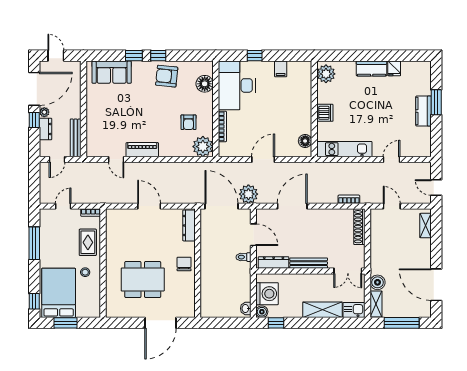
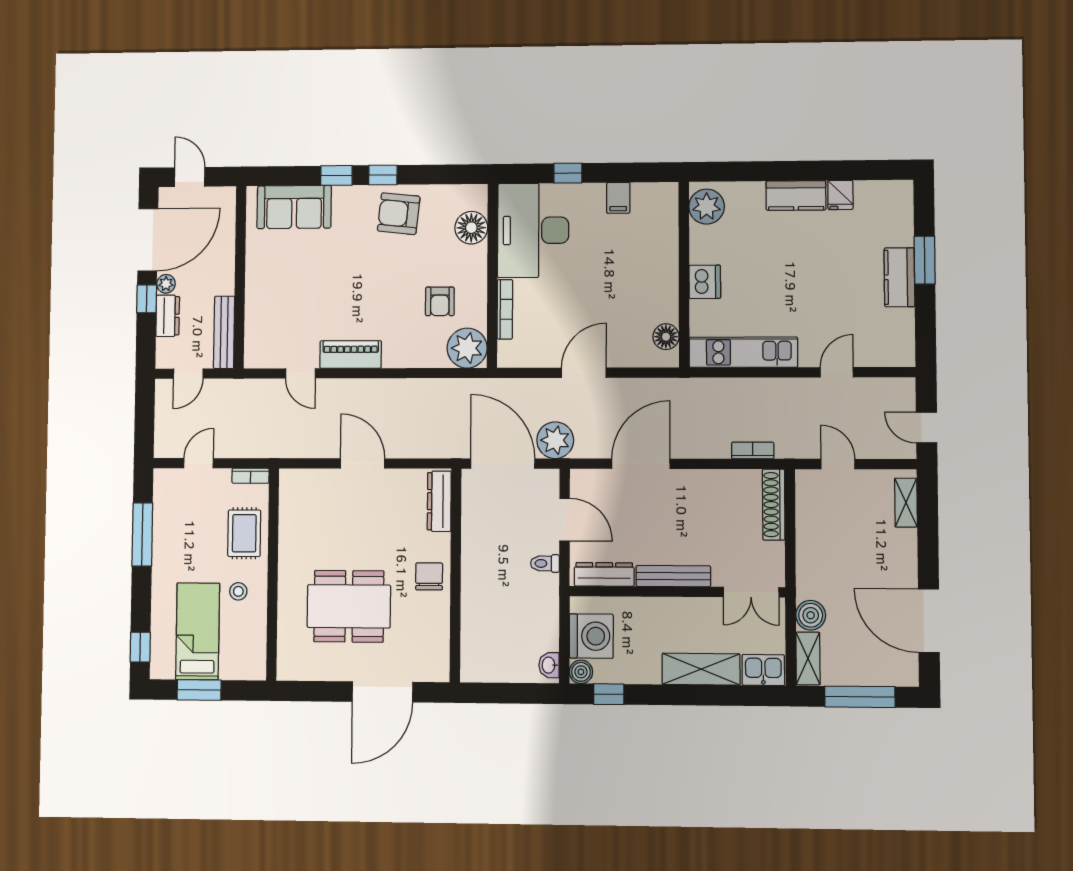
bed: (59, 293) -> (198, 631), width x0.67

